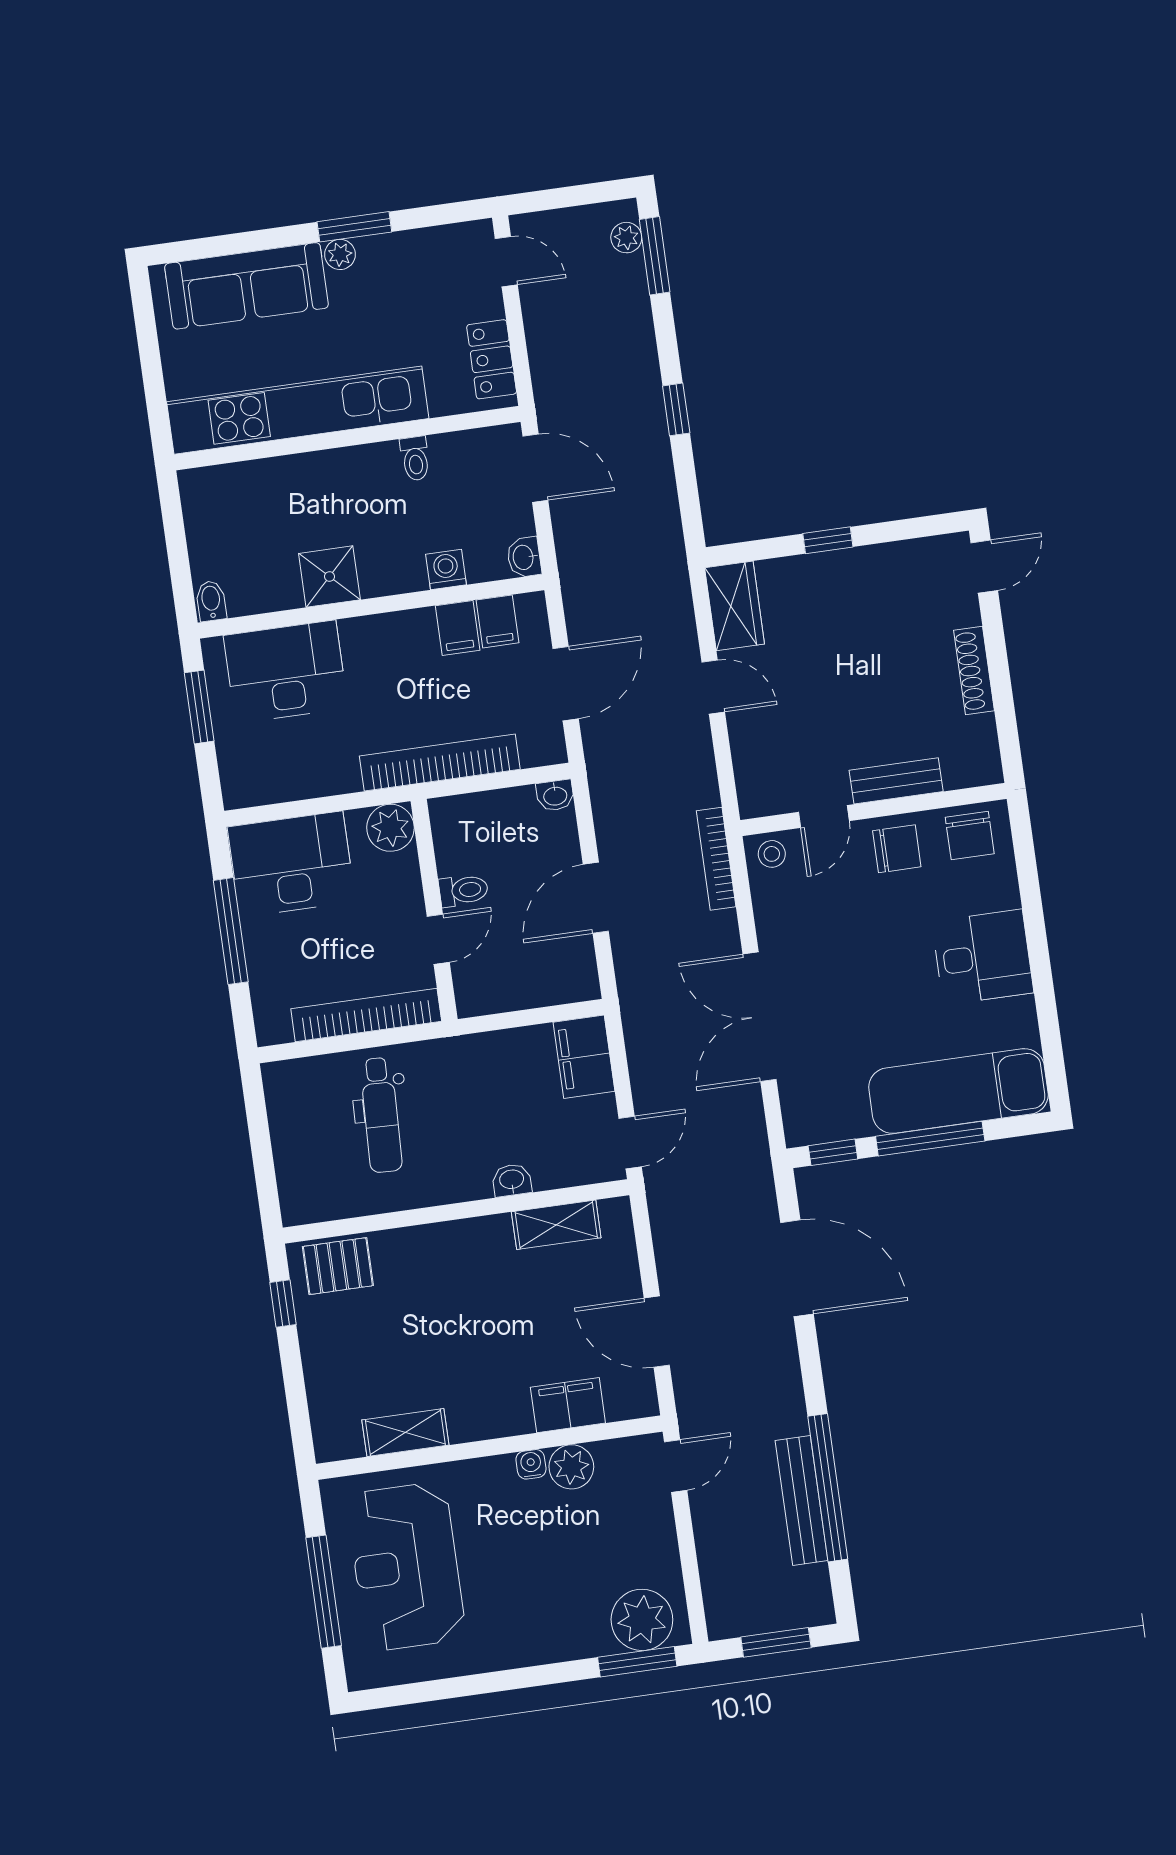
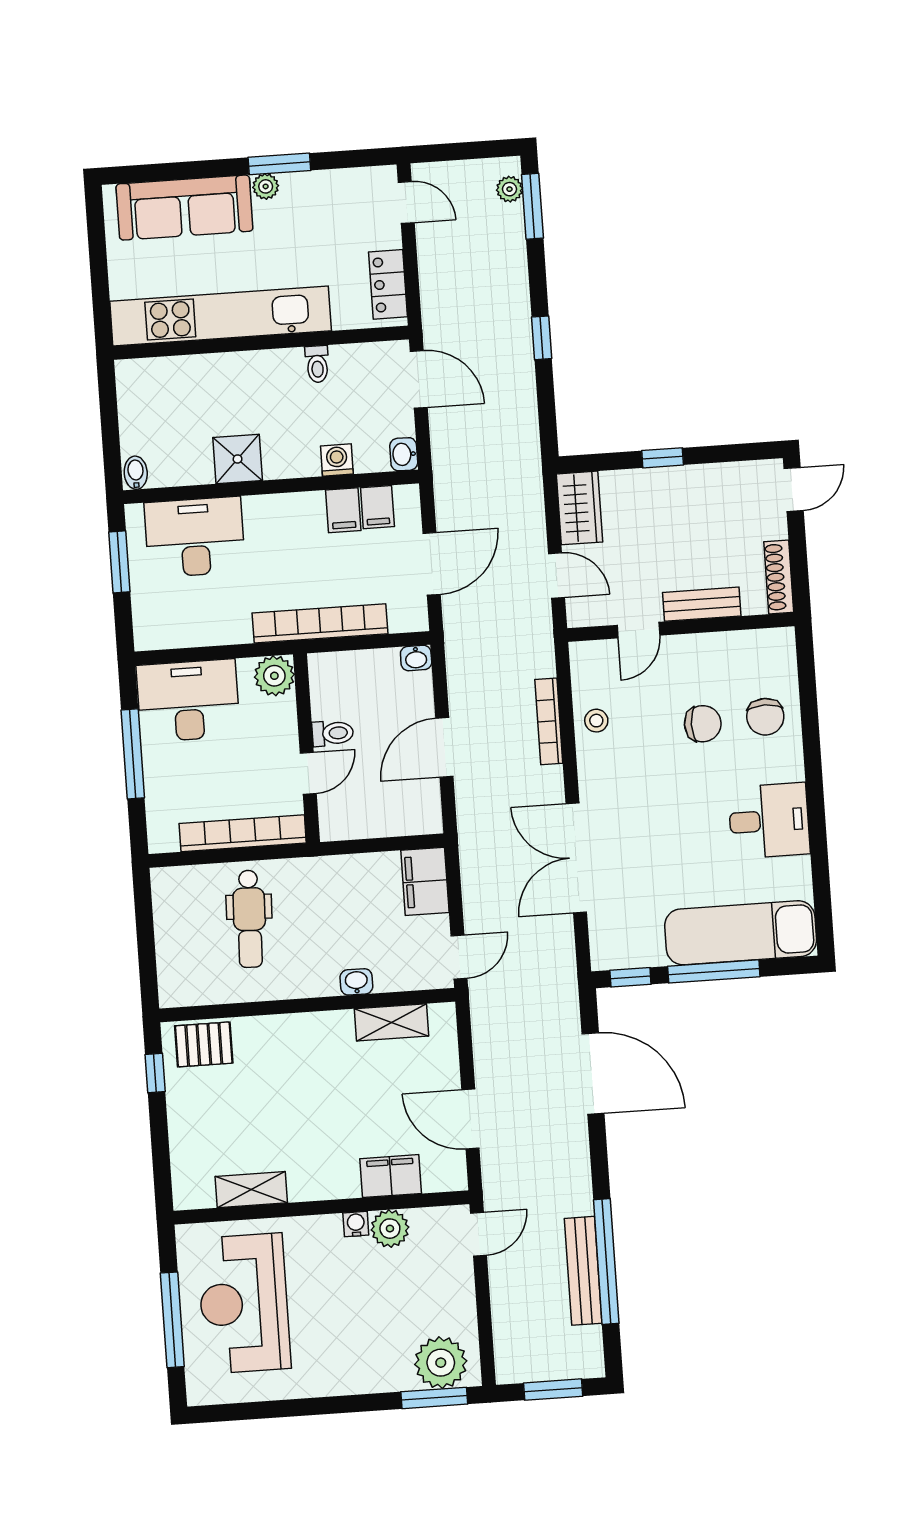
bench: (896, 781) -> (702, 604), moved
wall: (873, 810) -> (681, 627), moved
door: (824, 817) -> (638, 630), moved

